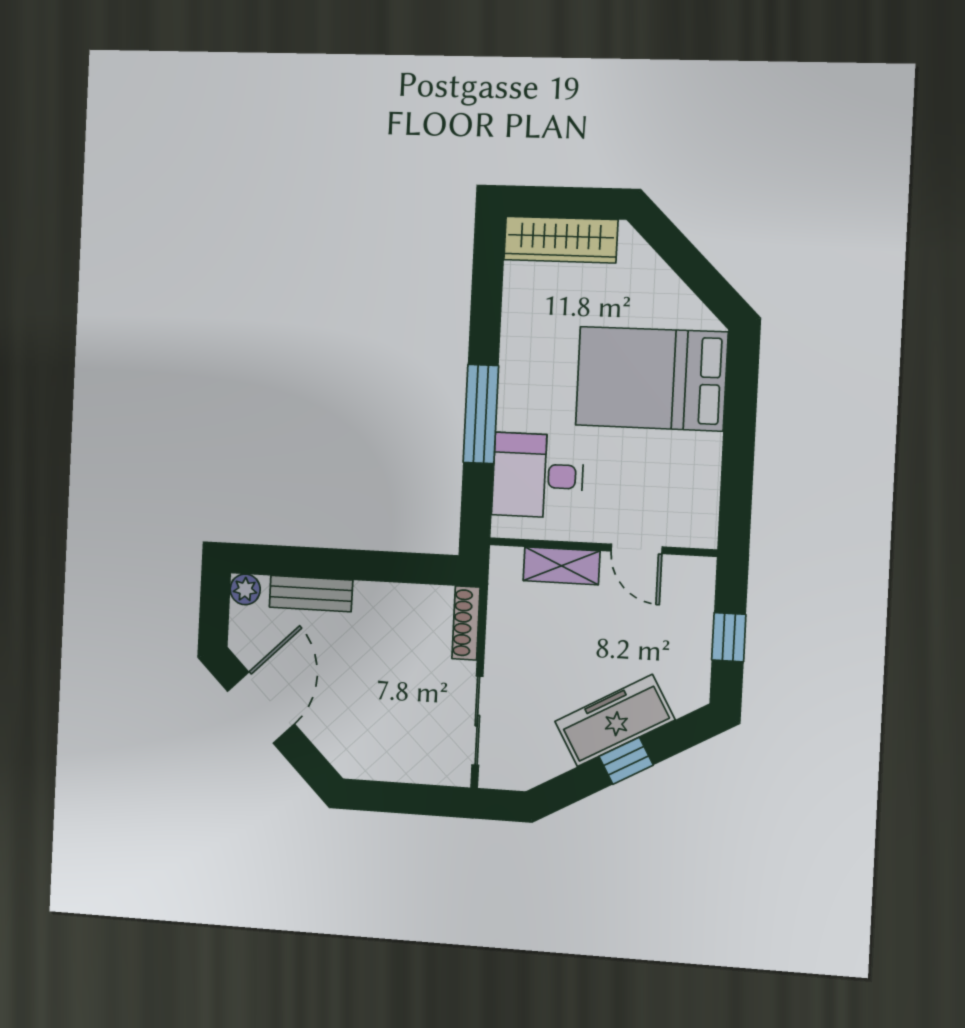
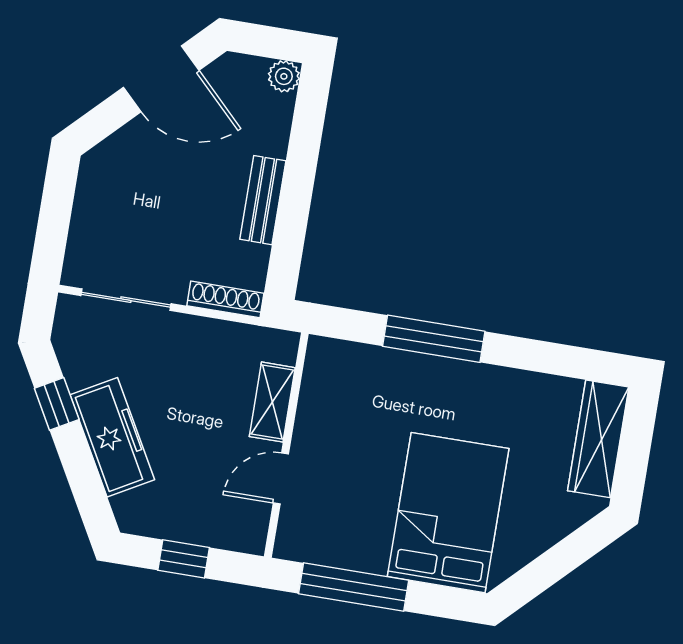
window: (738, 464) -> (354, 587), added
desk: (538, 476) -> (365, 389), removed
bench: (311, 594) -> (263, 200), moved
window: (626, 761) -> (57, 404), moved

